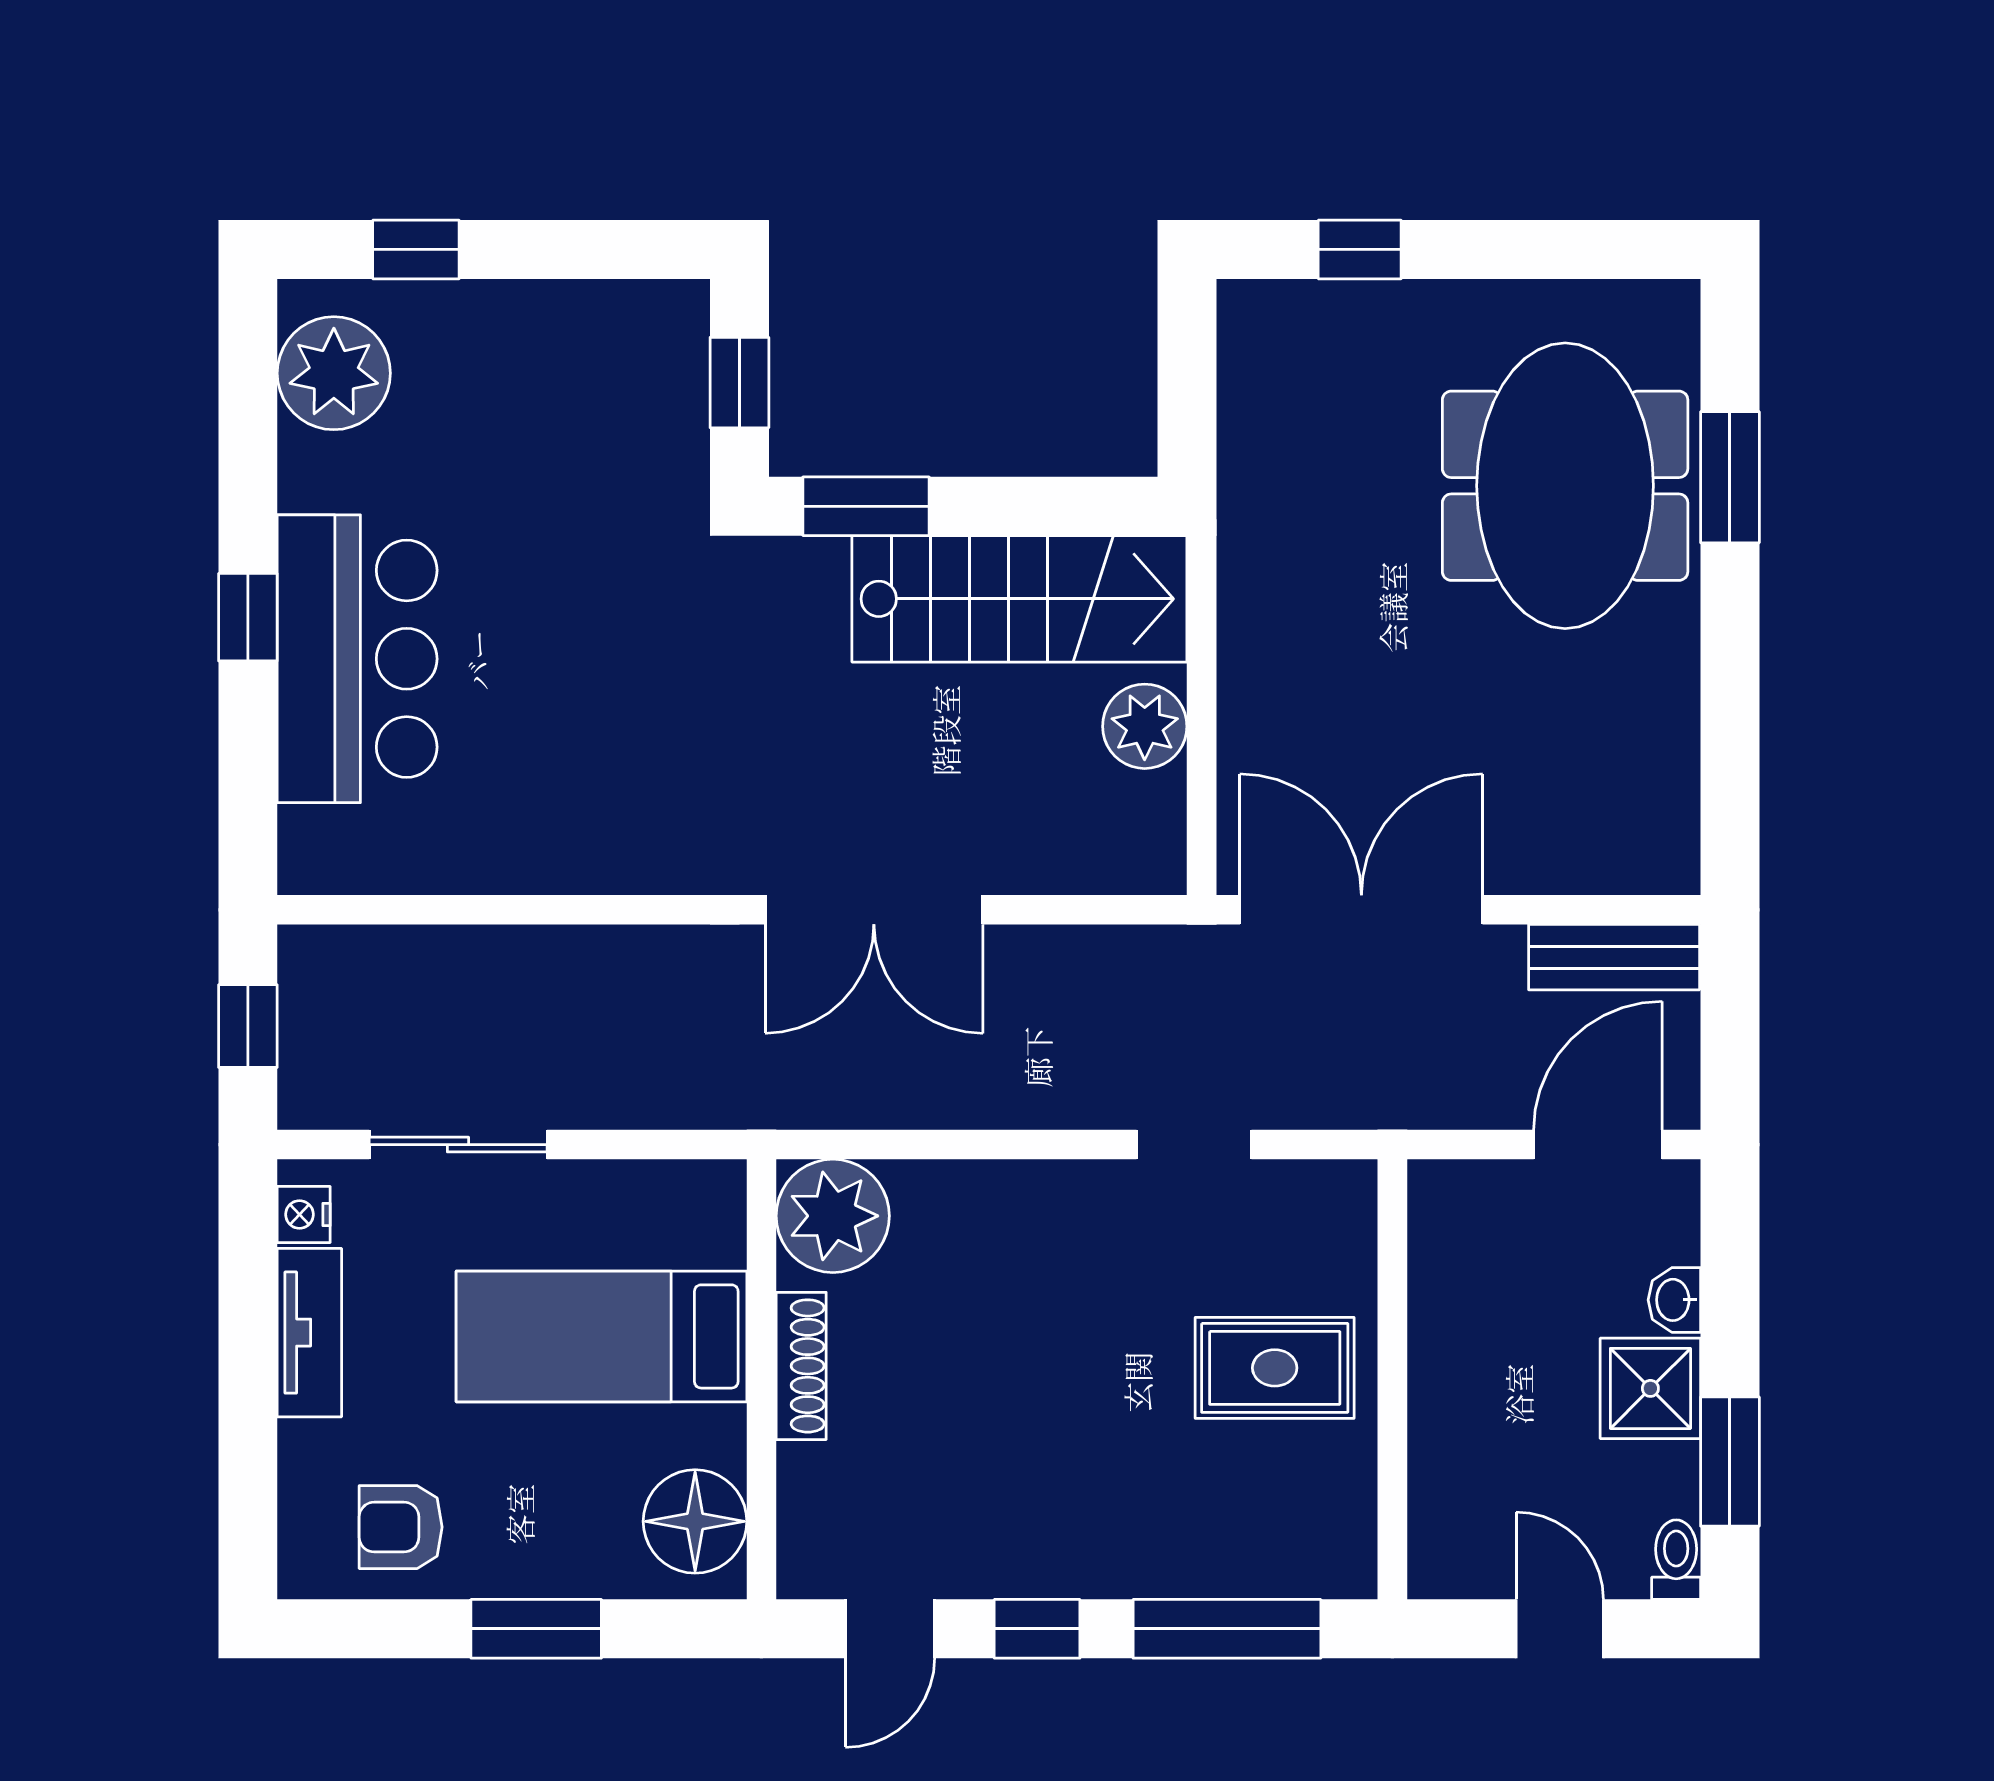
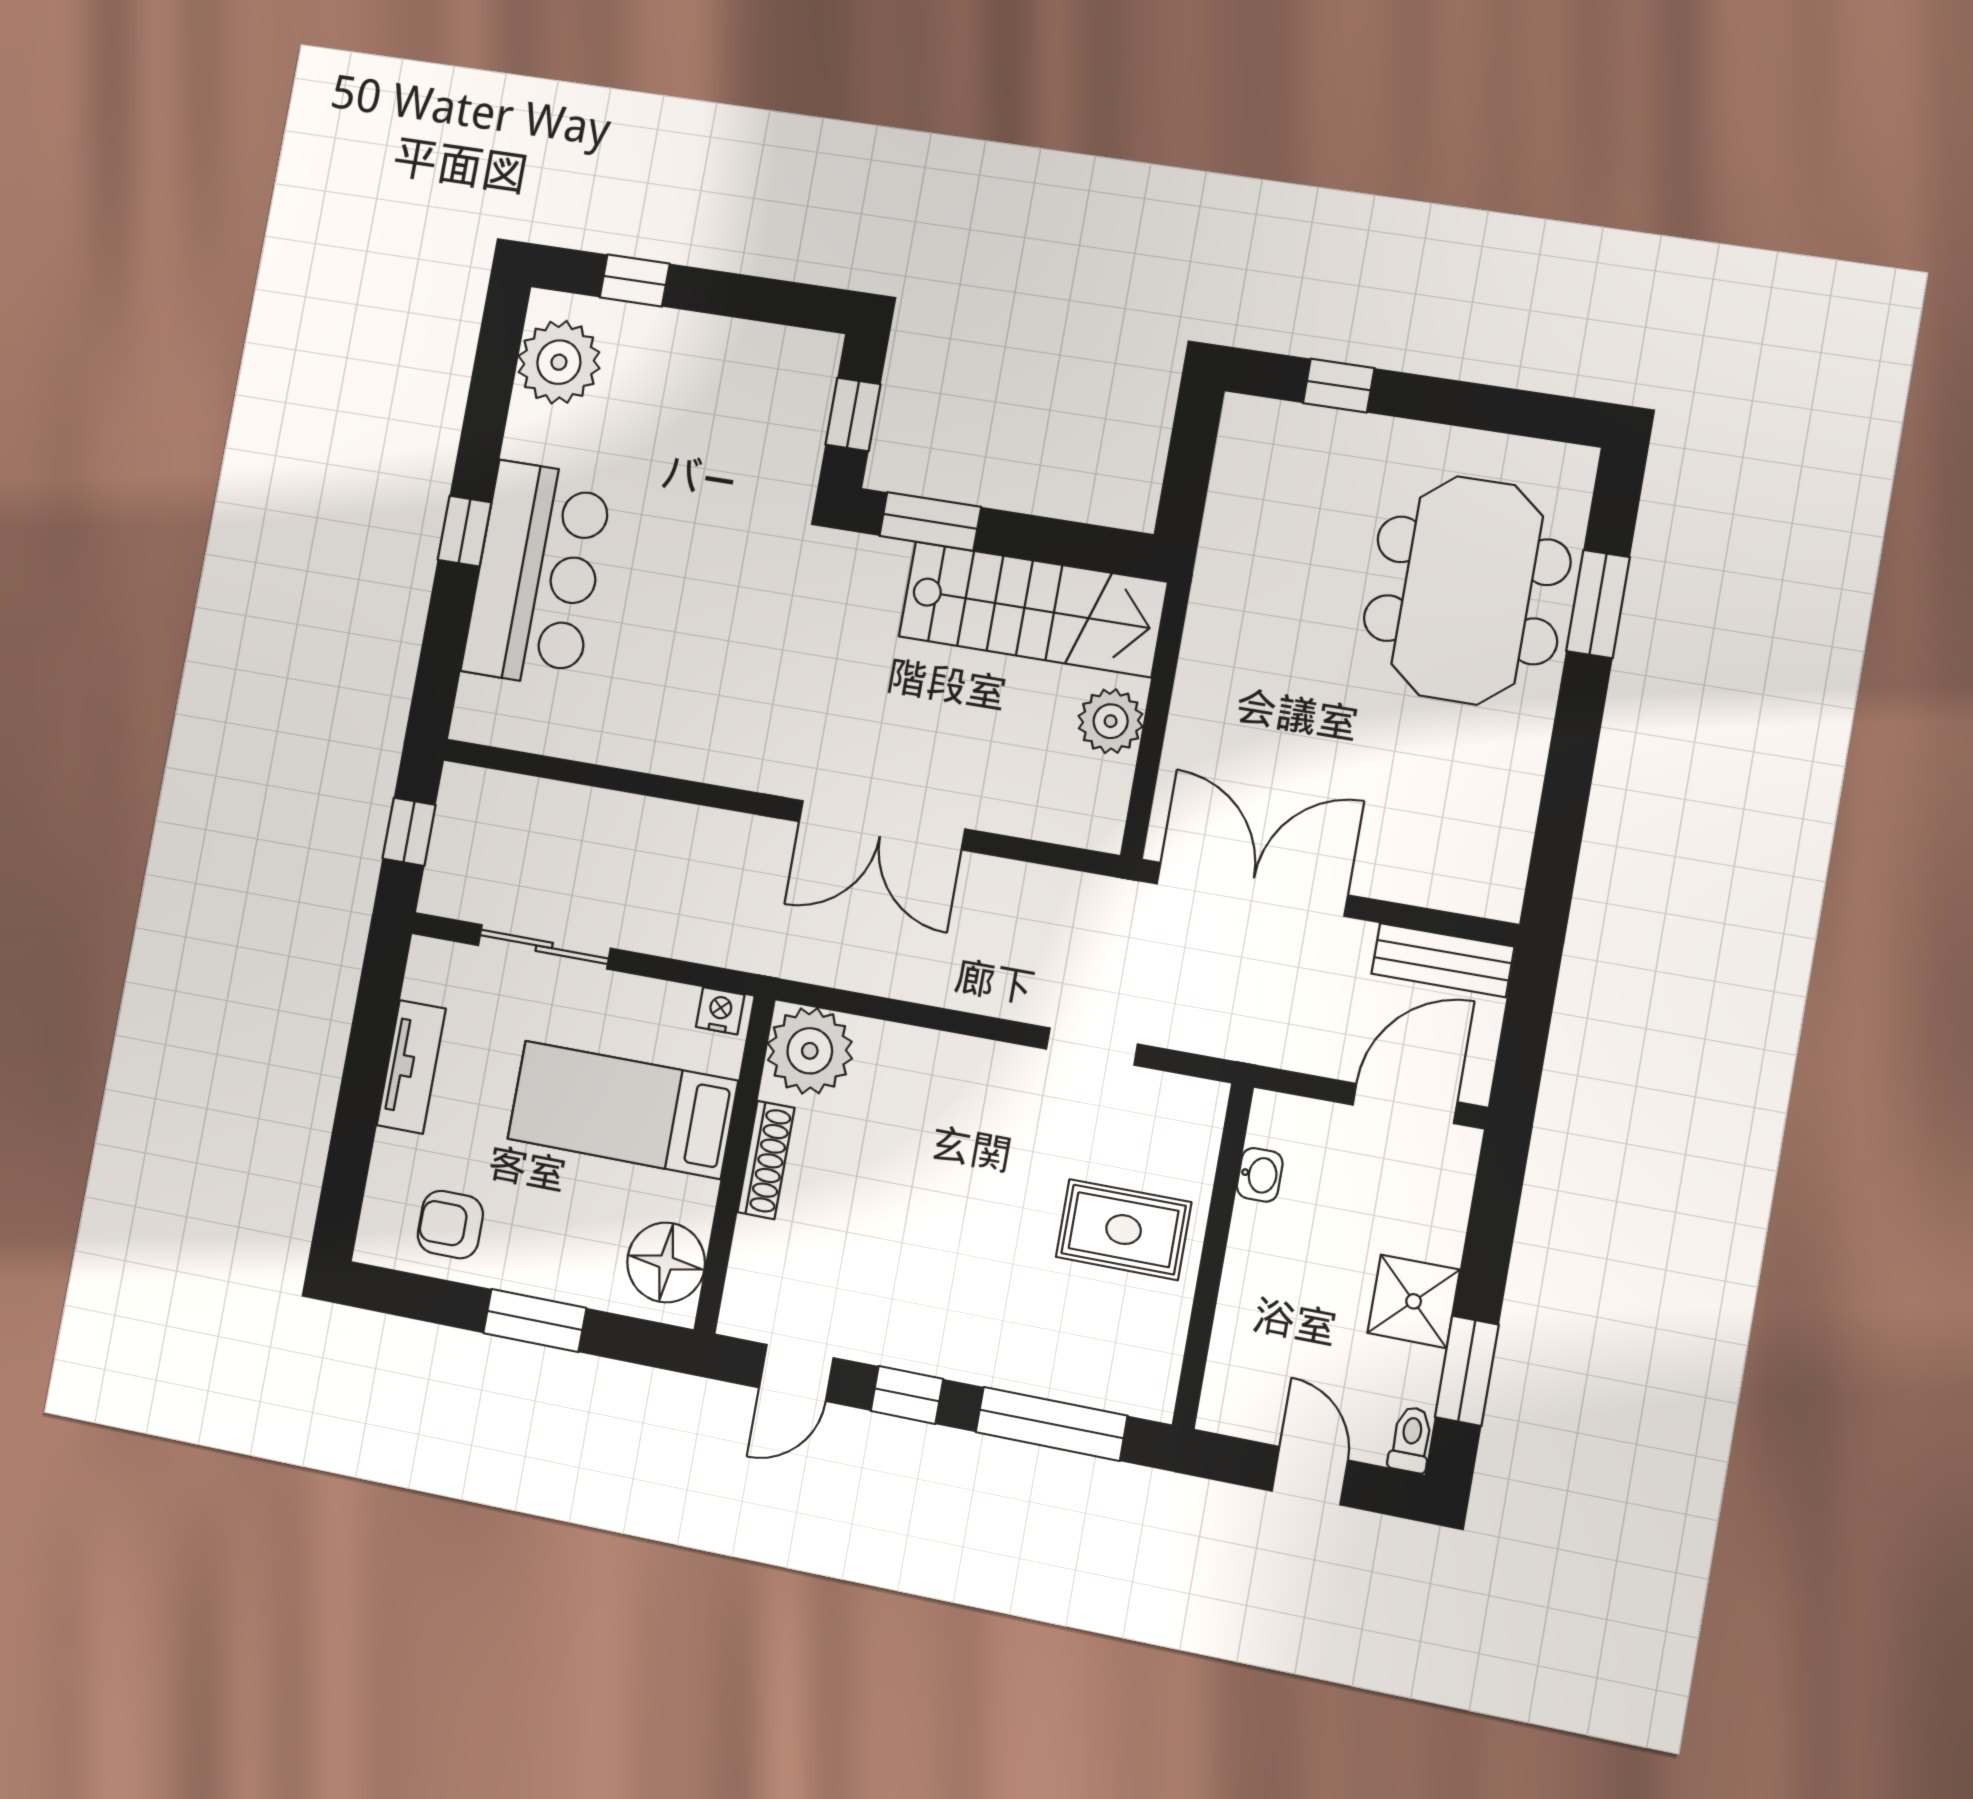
nightstand: (304, 1214) -> (720, 1011), moved, turned 90
washbasin: (1674, 1300) -> (1260, 1175), moved, turned 180

